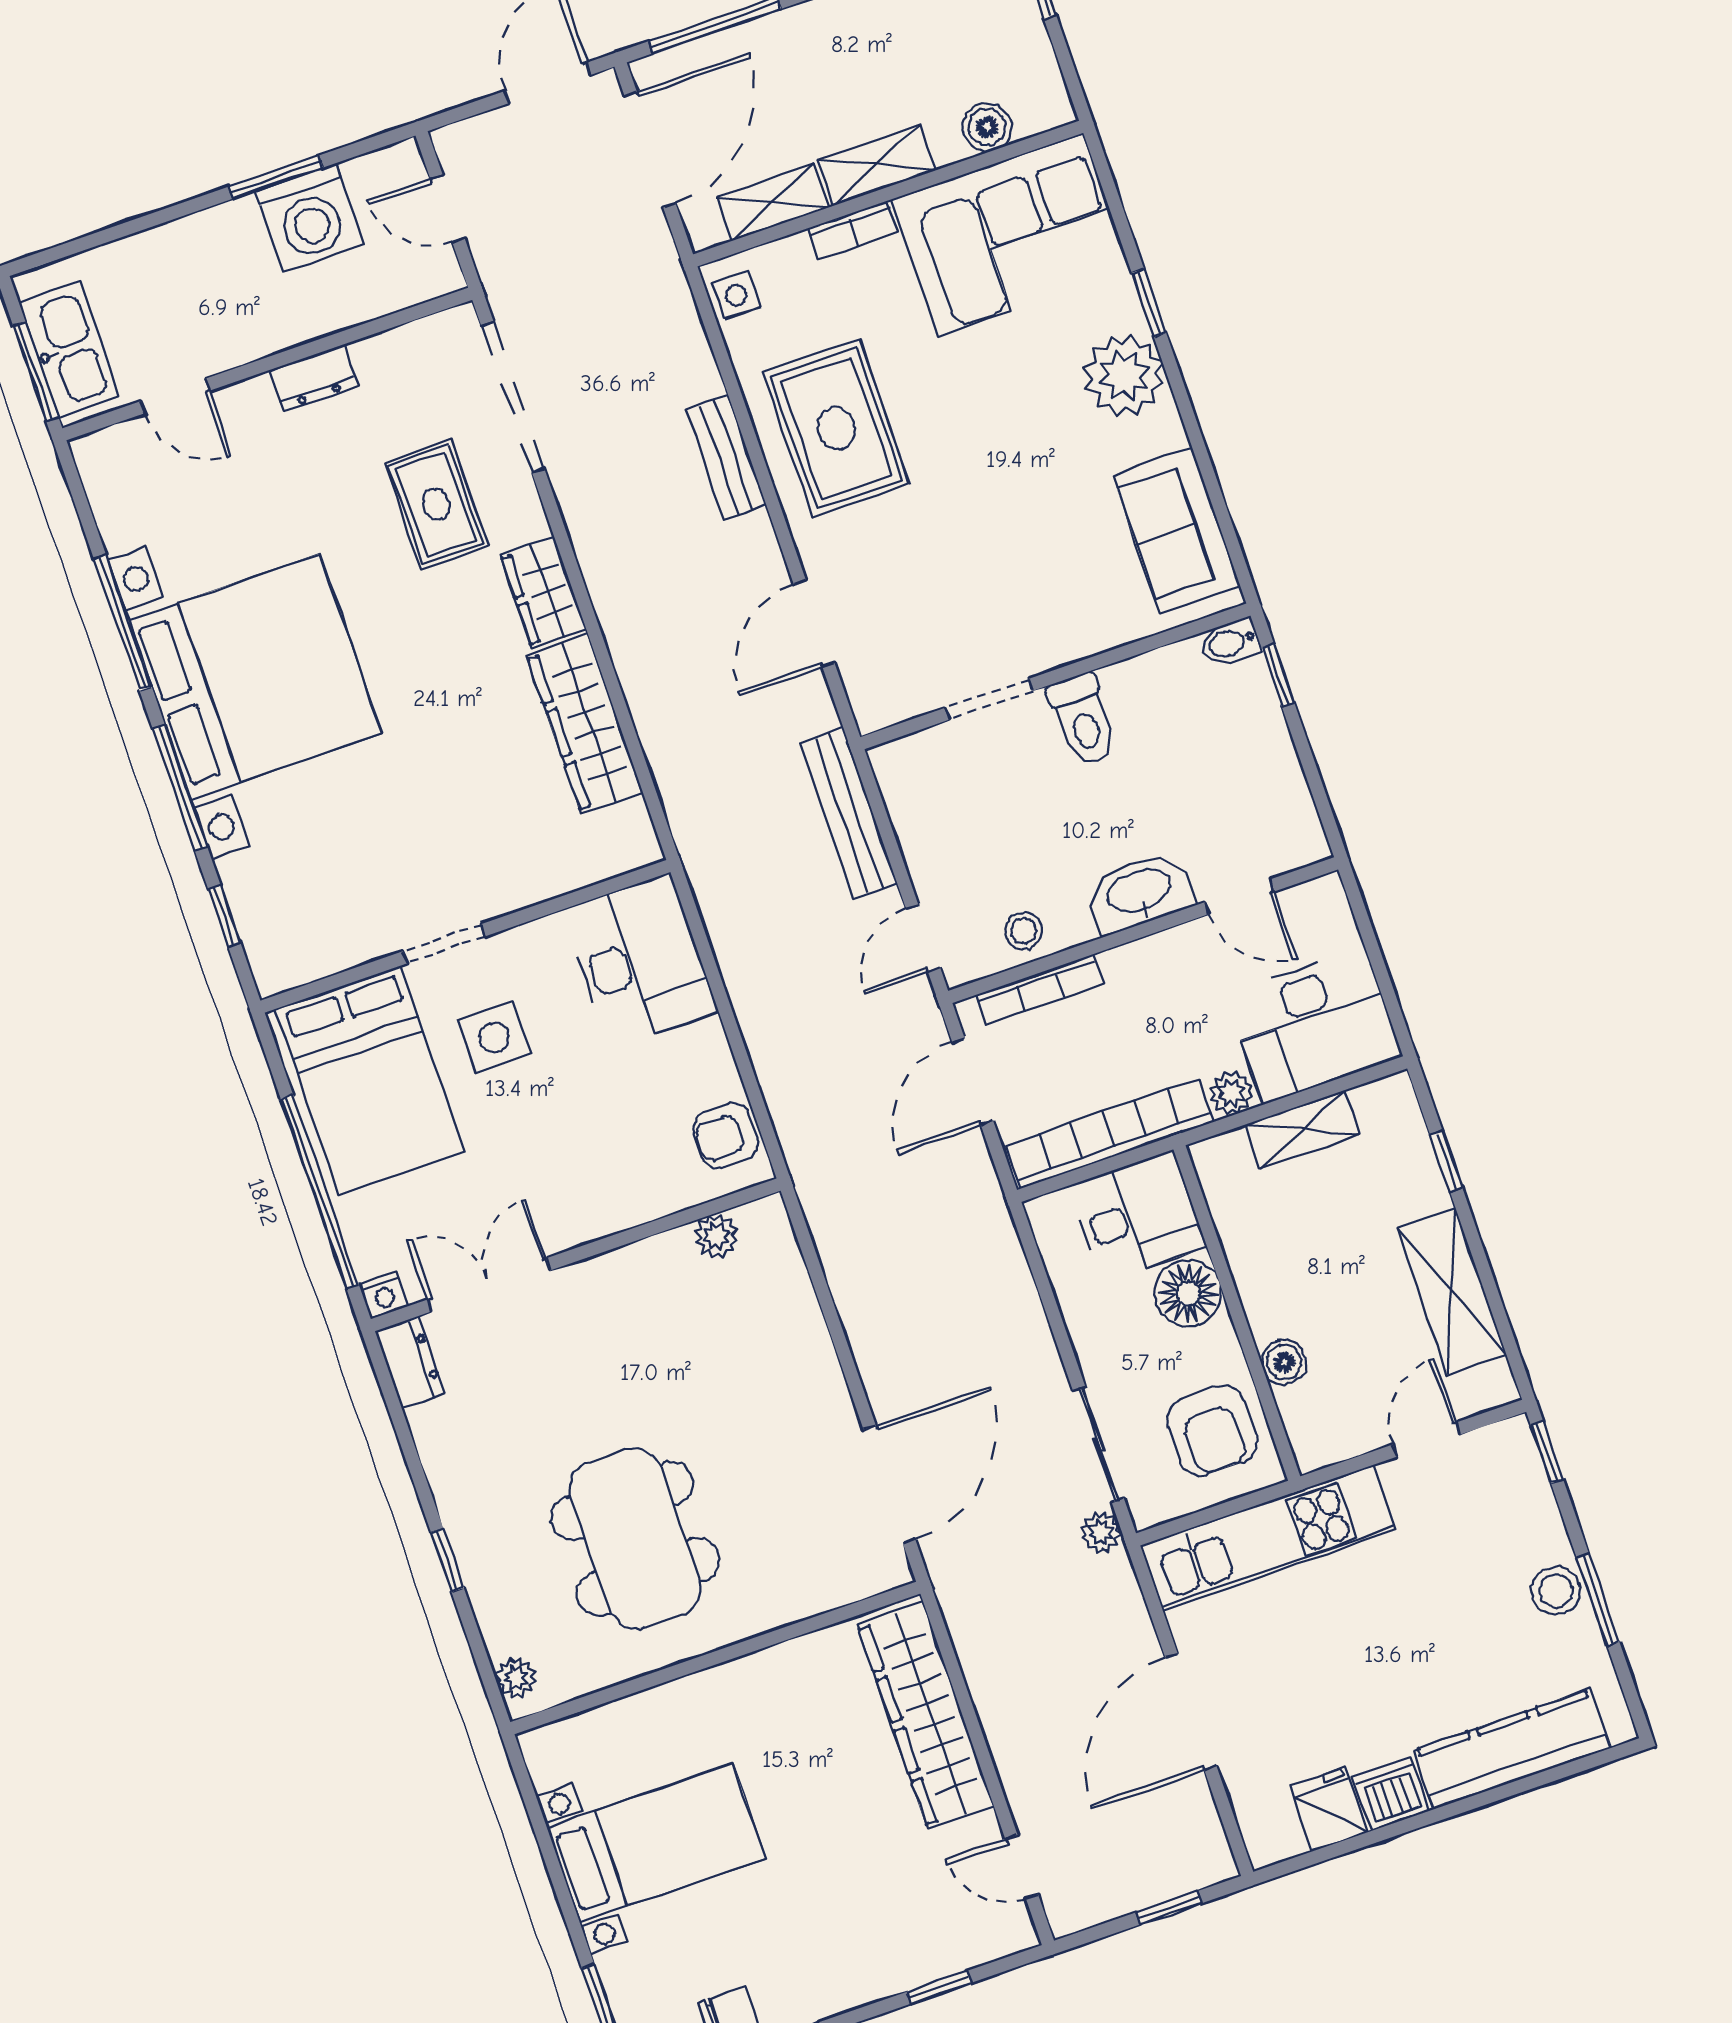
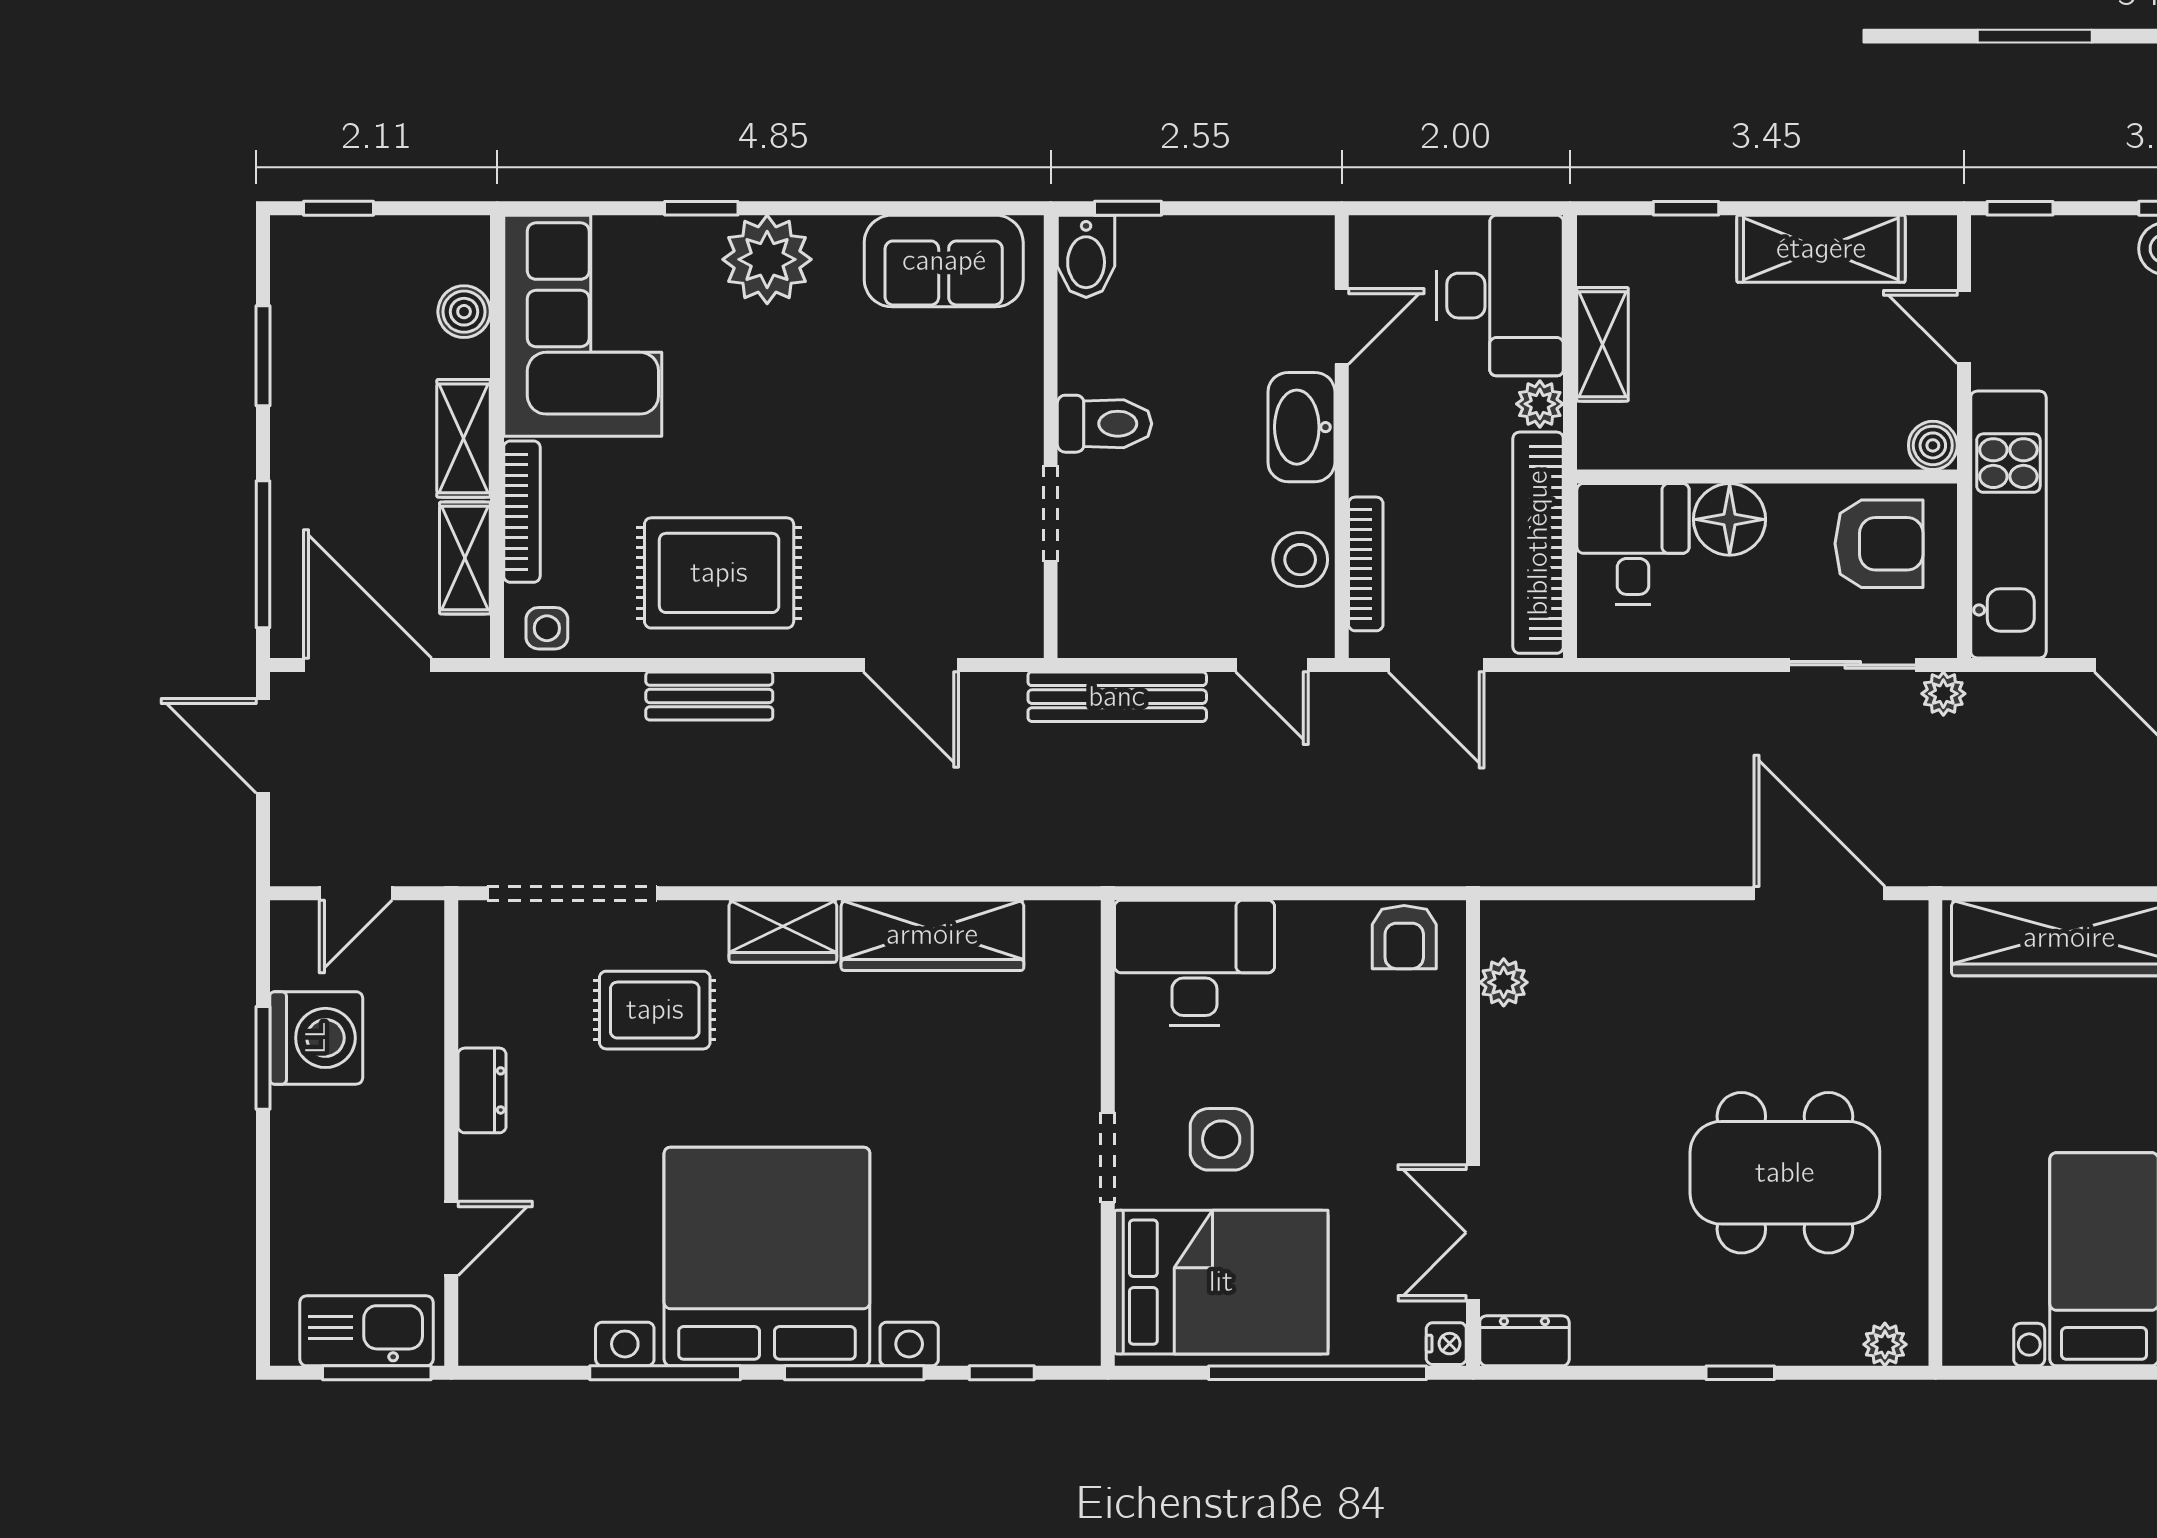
bookcase: (853, 230) -> (522, 512), width x1.56
bidet: (1230, 643) -> (1086, 256), width x1.38, depth x1.36
stool: (1023, 931) -> (1300, 560), width x1.37, depth x1.37
boiler: (1284, 1362) -> (1933, 445), moved

